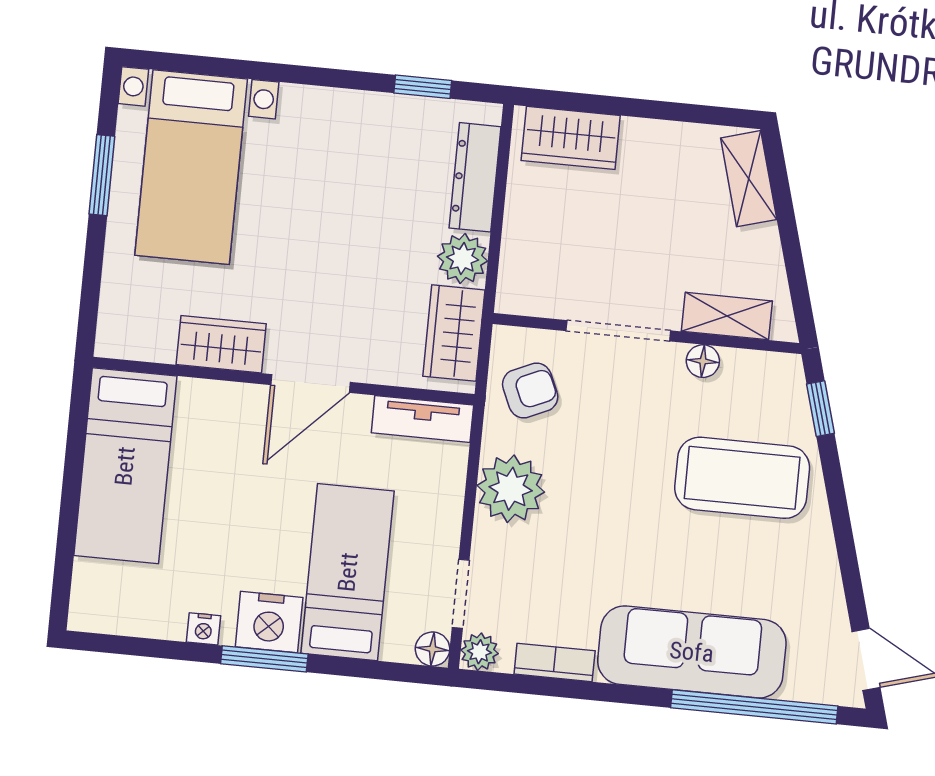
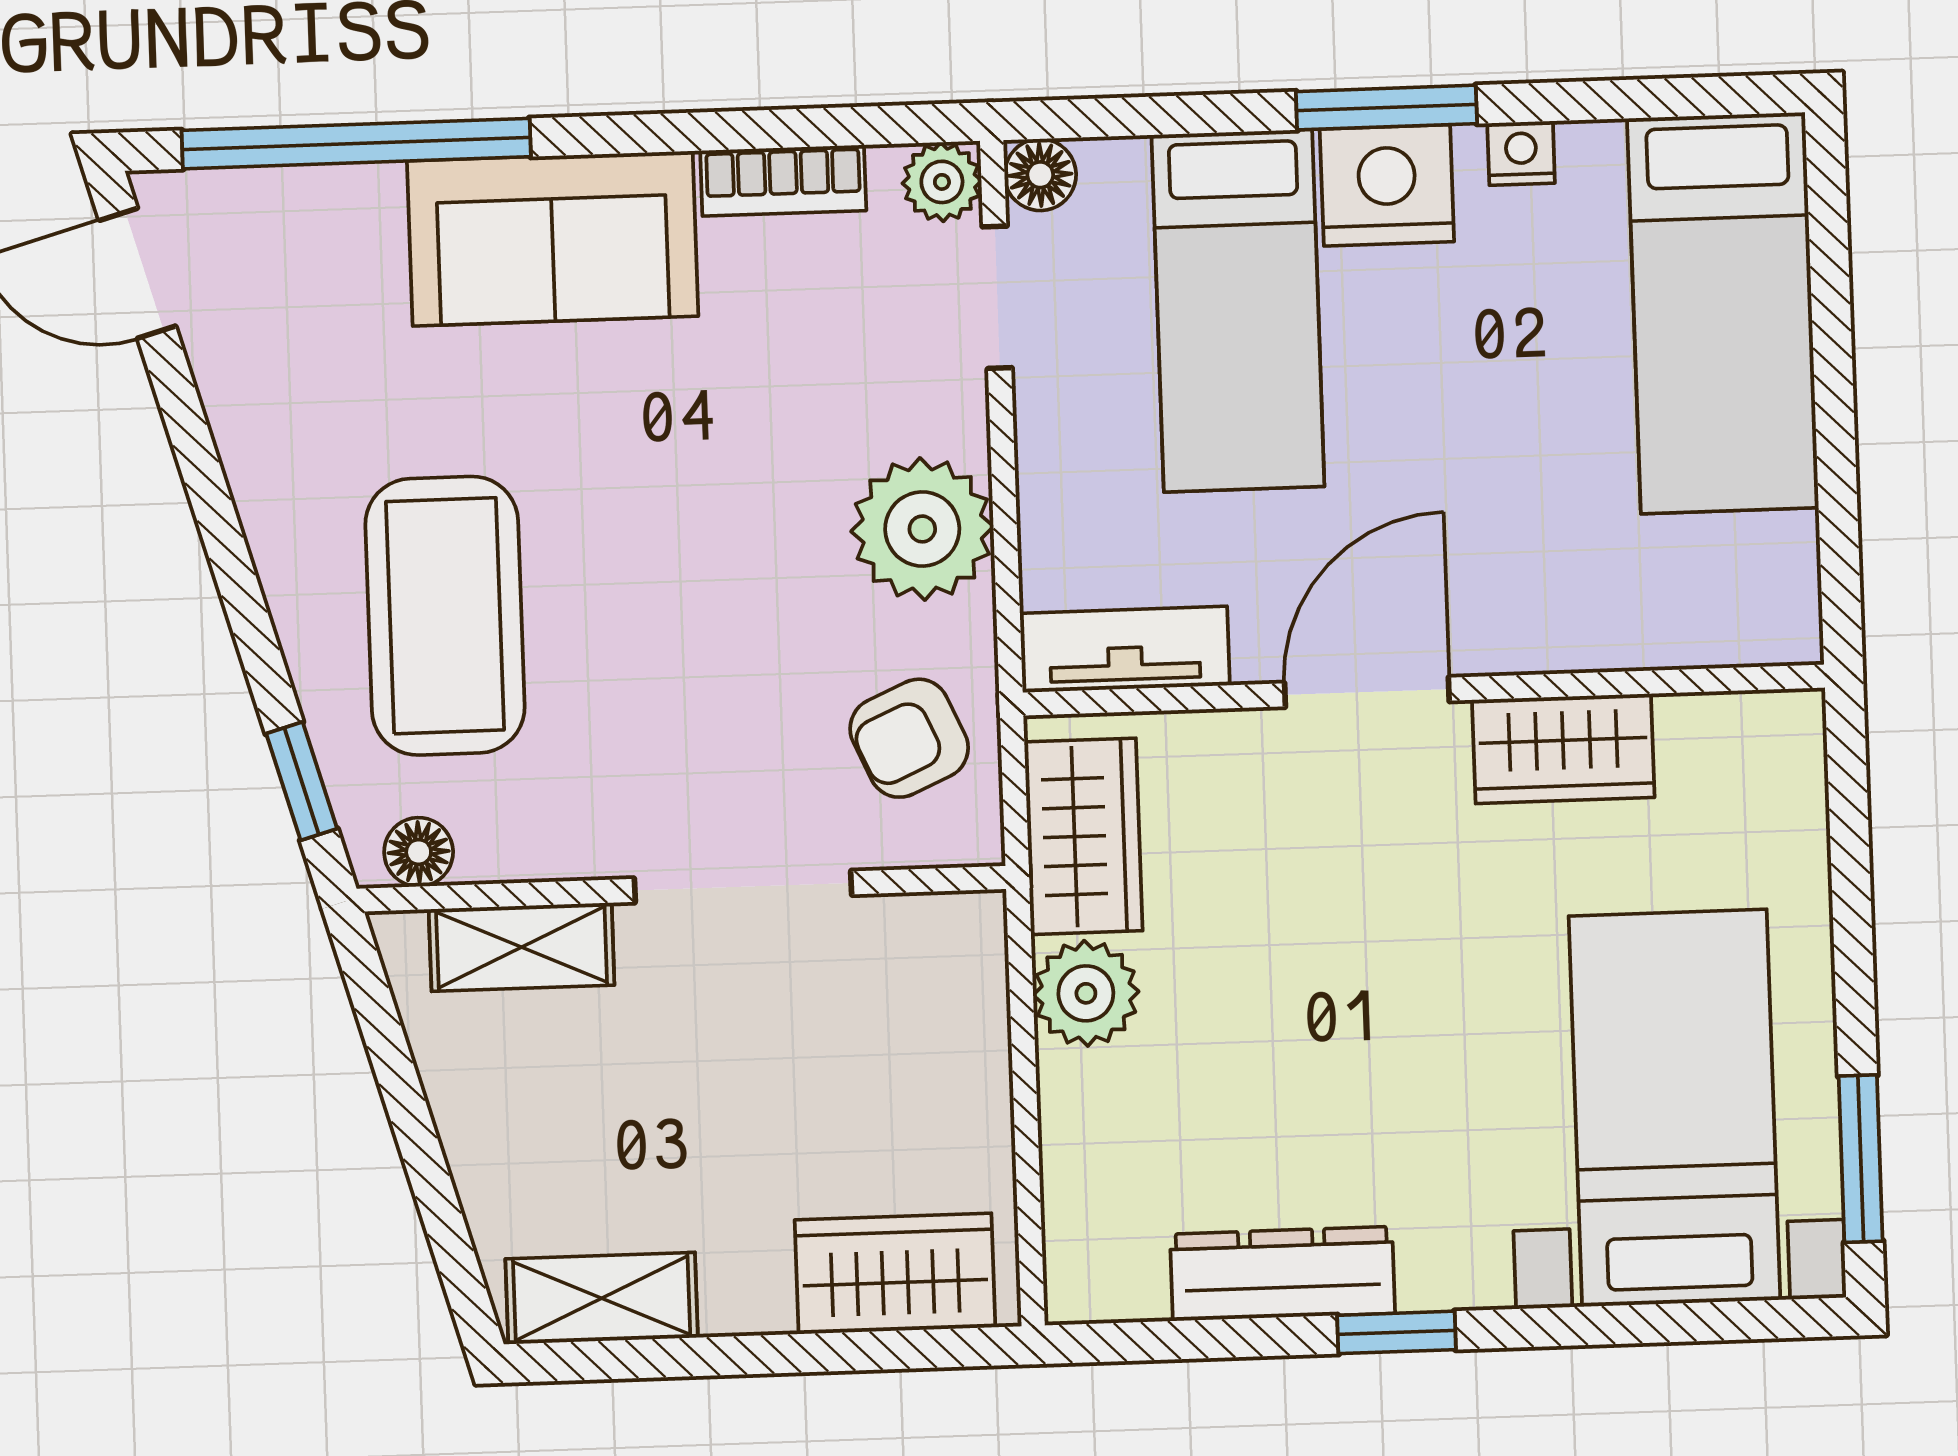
window: (423, 87) -> (1396, 1332), moved
window: (102, 175) -> (1861, 1159), moved
dresser: (475, 177) -> (1282, 1274), moved, turned -90
shelving: (749, 179) -> (602, 1298), moved, turned -74
floor lamp: (703, 361) -> (419, 852), moved
bed: (125, 466) -> (1723, 313), moved, turned 180
coffee table: (742, 478) -> (445, 616), turned 90
sofa: (692, 652) -> (553, 239), width x0.73

